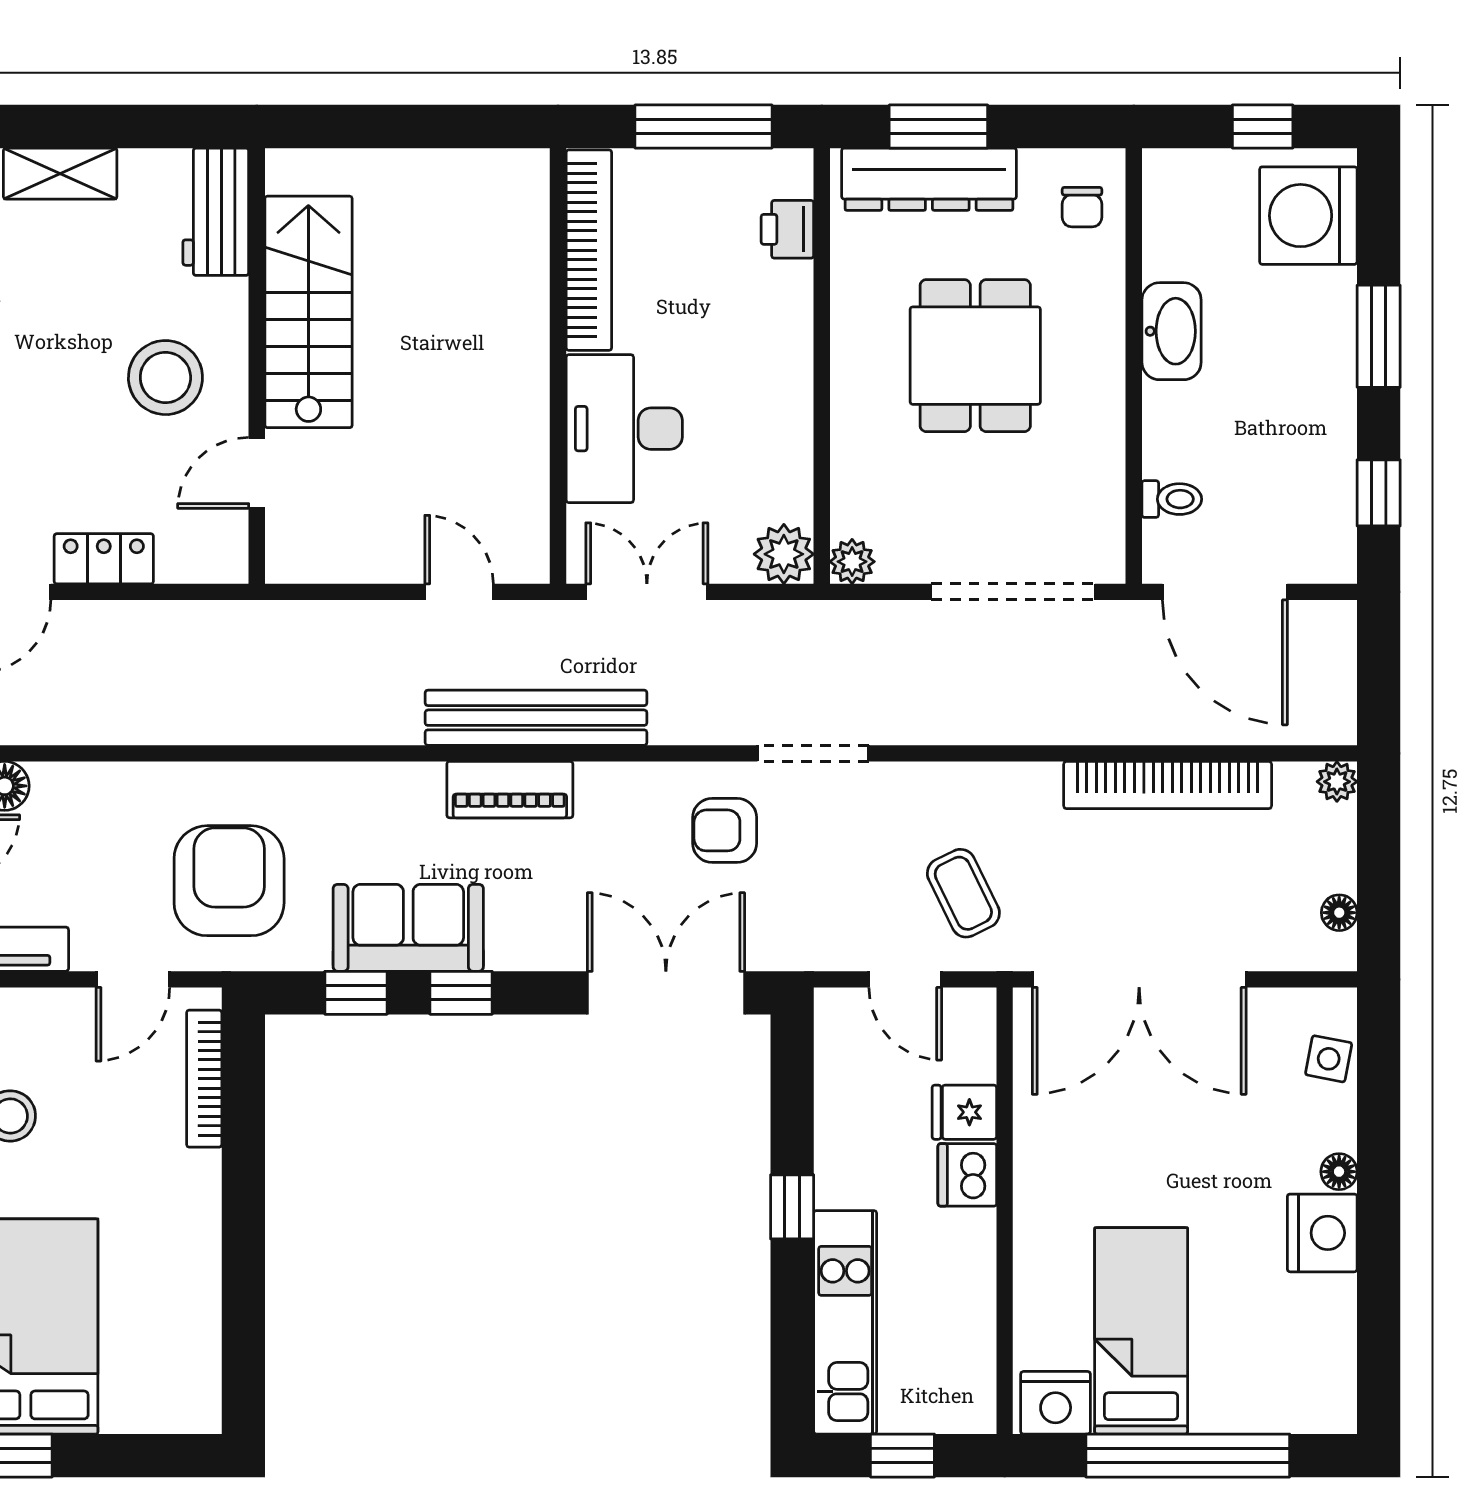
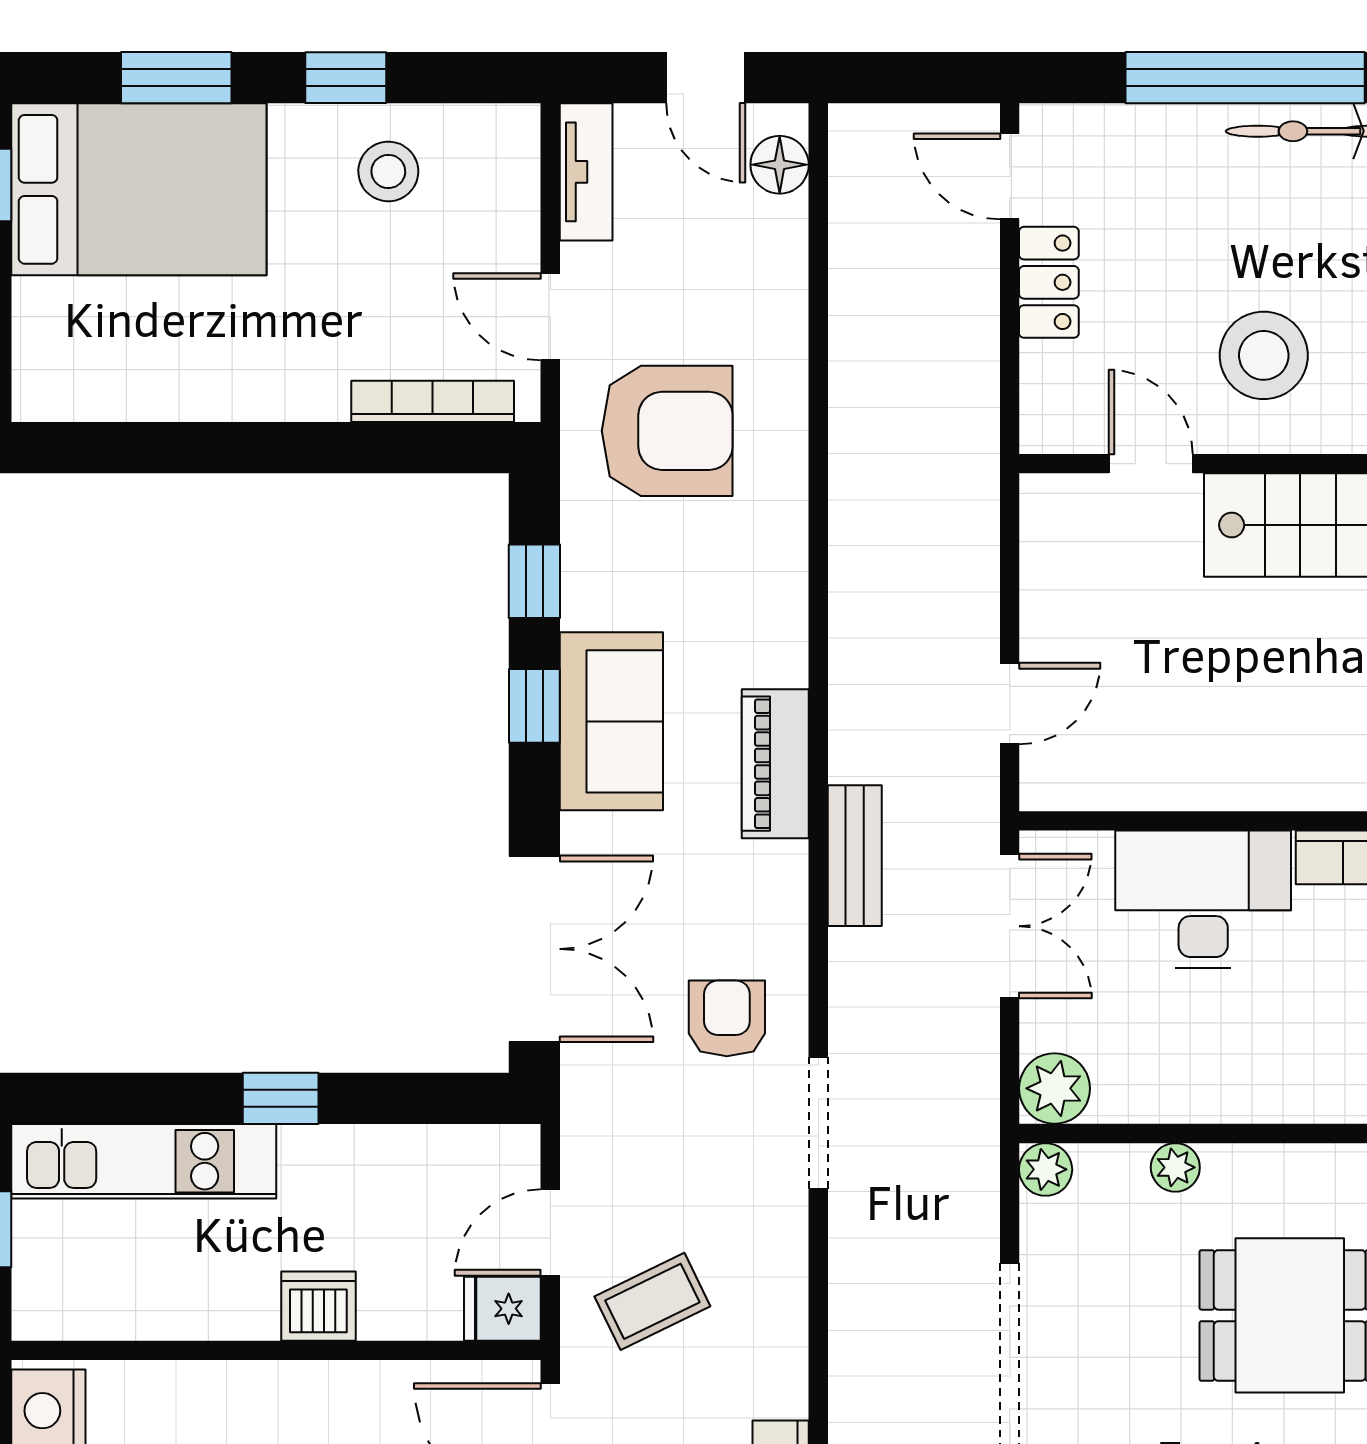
plant: (850, 452) -> (1175, 1167), added
bench: (536, 718) -> (855, 856), width x0.54, depth x0.82
sofa: (408, 928) -> (611, 721), moved
fridge: (964, 1112) -> (502, 1309), moved, turned -90

